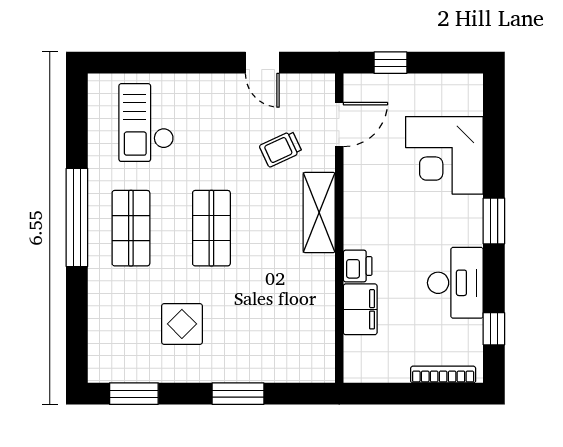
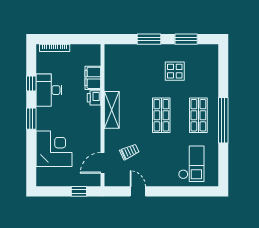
shelving: (319, 213) -> (112, 110), moved
window: (494, 329) -> (31, 84), moved
window: (134, 394) -> (186, 39), moved

